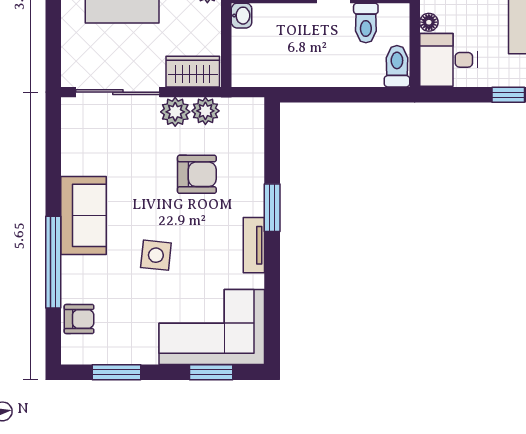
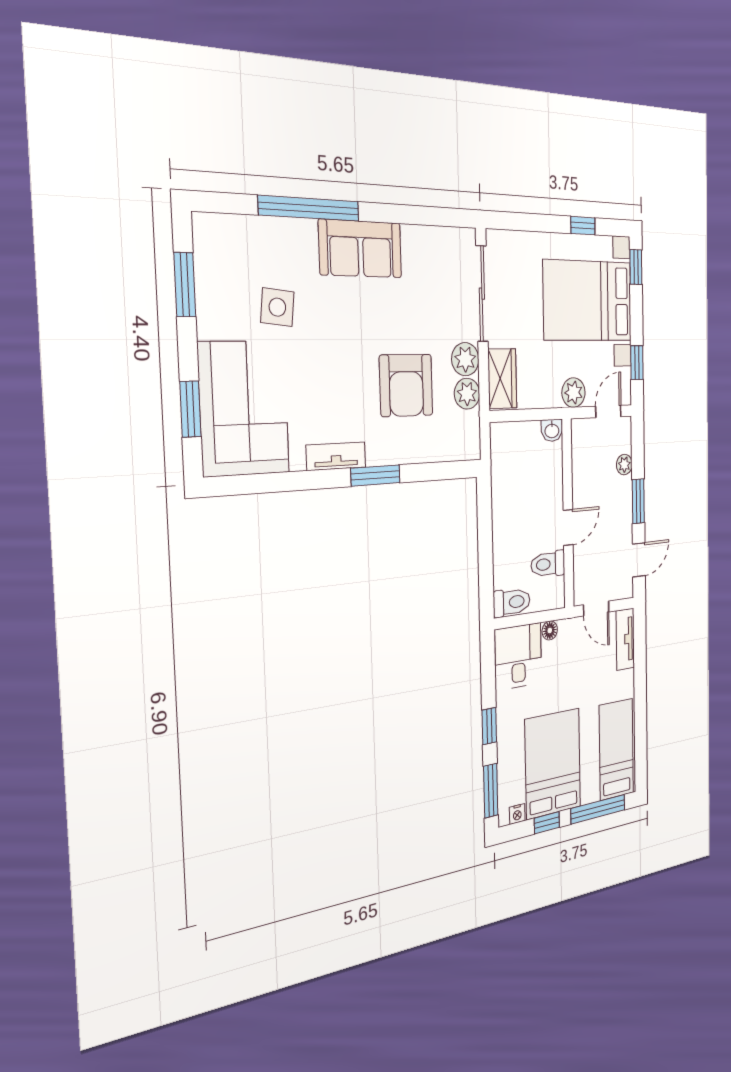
armchair: (197, 174) -> (406, 385), width x1.36, depth x1.36
side table: (156, 255) -> (277, 307), moved
armchair: (79, 319) -> (246, 238), removed

